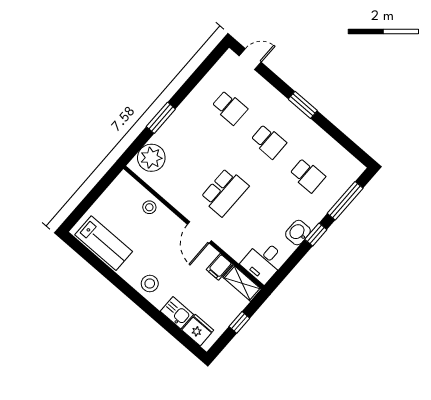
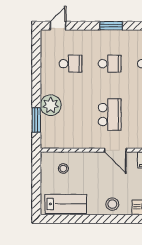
window: (161, 118) -> (36, 120), moved
plant: (151, 158) -> (51, 105), moved
stool: (149, 207) -> (63, 169), moved

